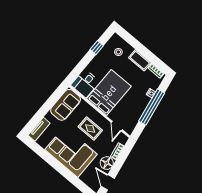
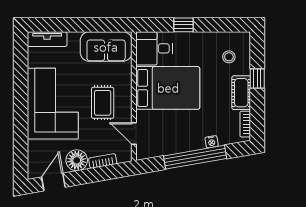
window: (140, 47) -> (257, 78), added
window: (97, 48) -> (183, 25), moved
door: (117, 126) -> (134, 133), hinge flipped

